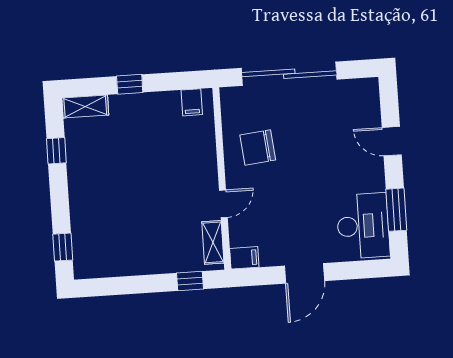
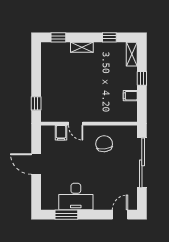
filing cabinet: (192, 102) -> (130, 96), moved
door: (392, 141) -> (120, 215), moved
desk: (363, 226) -> (76, 197), moved
shelving: (213, 242) -> (82, 47), moved
filing cabinet: (244, 258) -> (61, 133), moved

